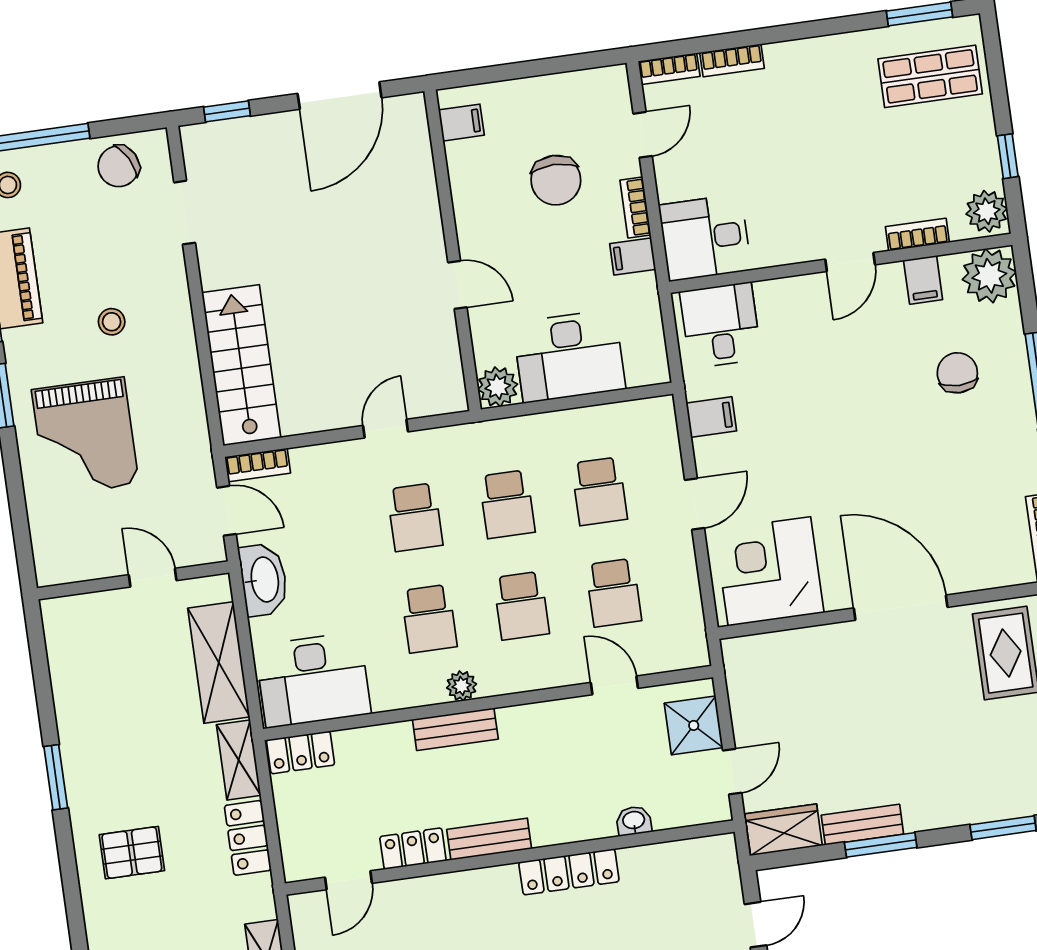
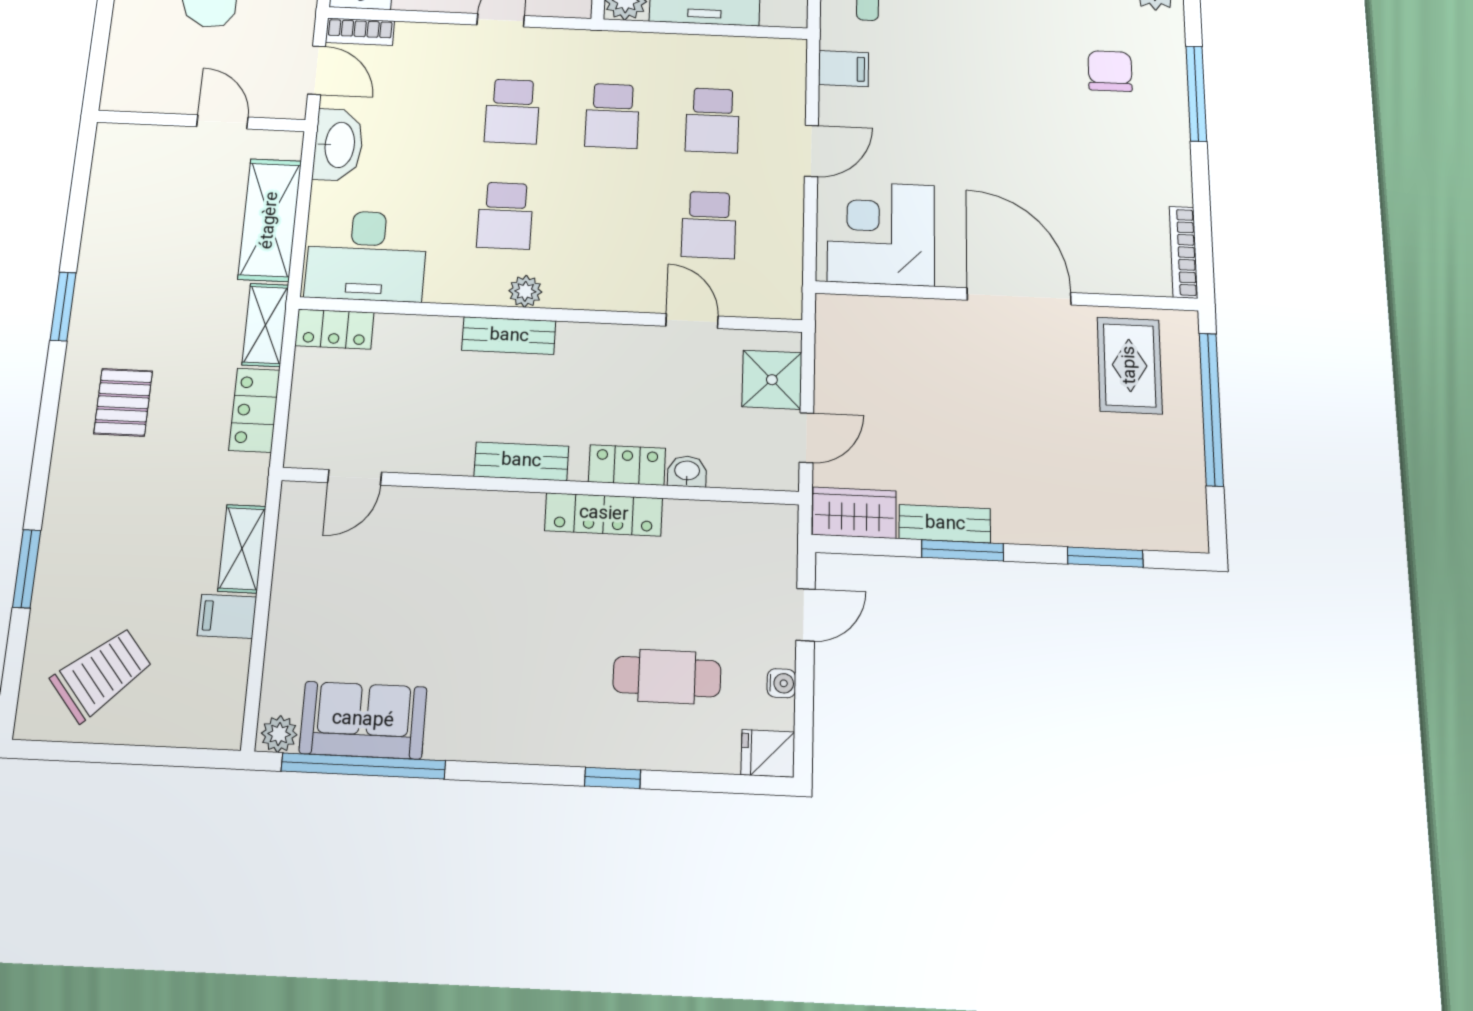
school desk: (521, 606) -> (607, 220), removed
locker: (413, 849) -> (627, 465), moved
pallet: (132, 853) -> (123, 402), turned 90

